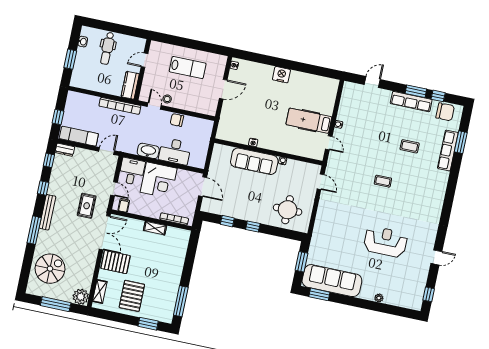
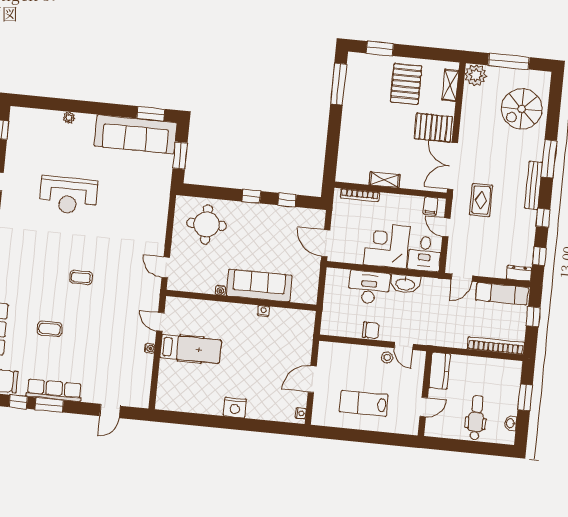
bookcase: (120, 106) -> (496, 346), moved

